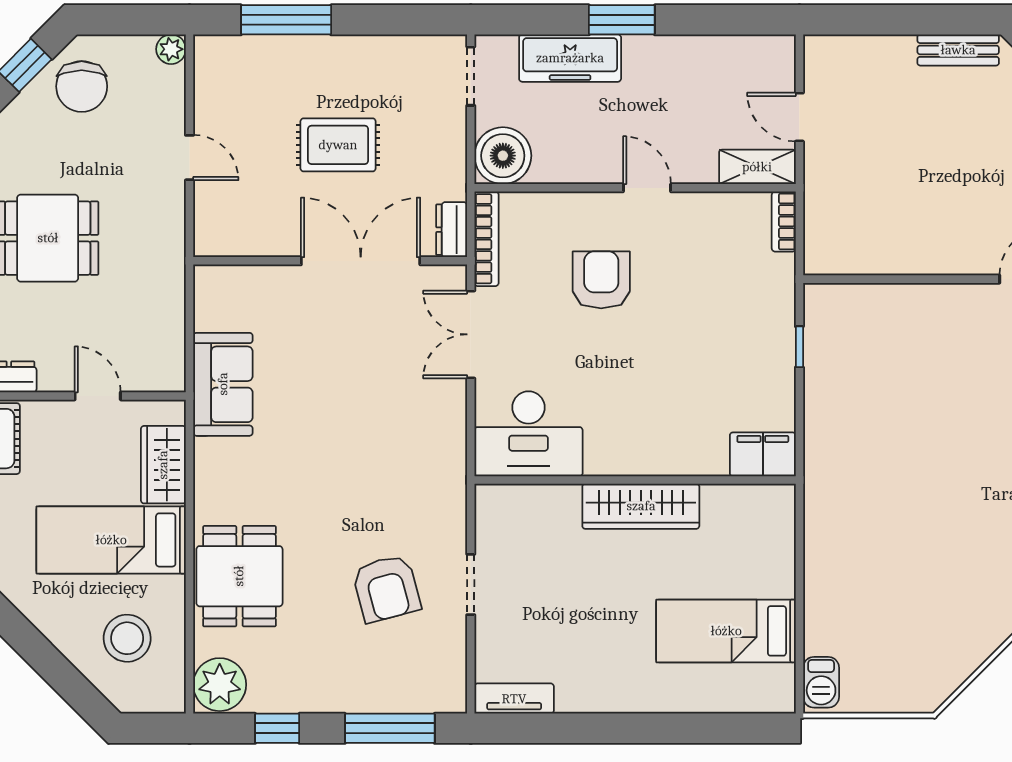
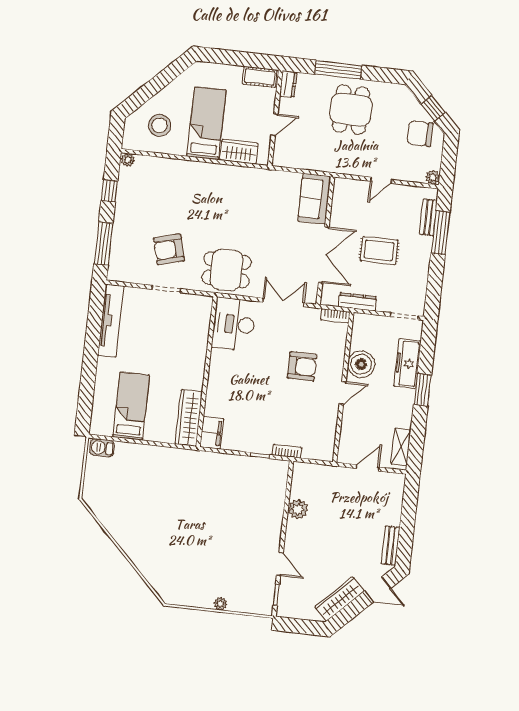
bench: (256, 49) -> (428, 217), added
rug: (338, 145) -> (379, 250), turned 90
boiler: (503, 156) -> (361, 364), moved
shelving: (757, 167) -> (401, 447), moved
bookcase: (784, 222) -> (287, 451), moved
dresser: (452, 230) -> (358, 302), moved, width x1.44
bookcase: (487, 239) -> (335, 316), width x0.64
plant: (904, 254) -> (298, 509), added
sofa: (223, 384) -> (314, 199), moved, turned 90
wardrobe: (641, 506) -> (189, 418), moved
dining table: (239, 576) -> (226, 270), moved
plant: (220, 685) -> (128, 160), width x0.53, depth x0.53
tv unit: (514, 699) -> (111, 321), width x1.92, depth x1.29

